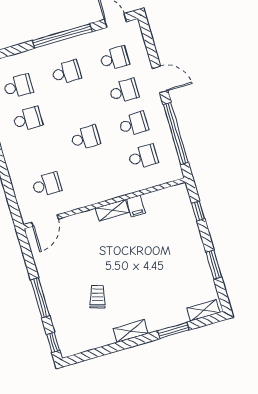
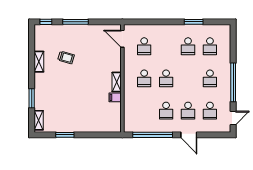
door: (160, 80) -> (189, 135), hinge flipped
school desk: (143, 157) -> (144, 78), moved
window: (198, 211) -> (101, 135), removed
shelving: (131, 331) -> (39, 62), moved

